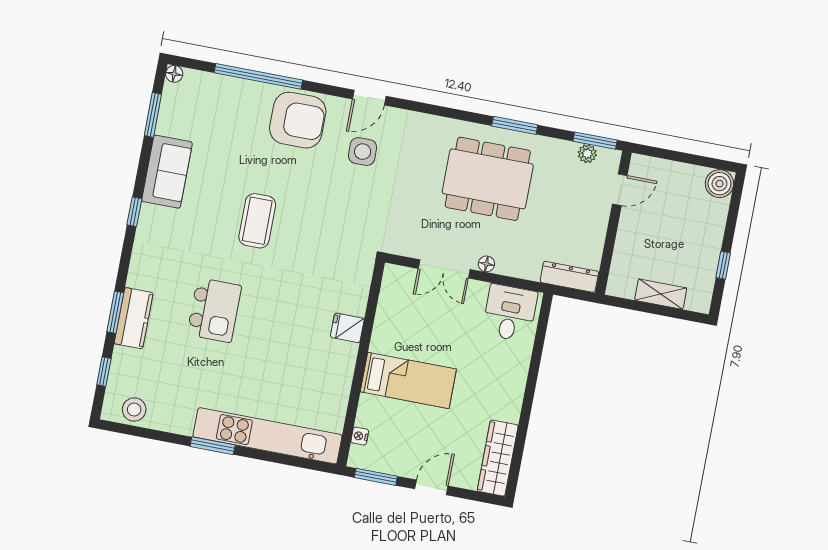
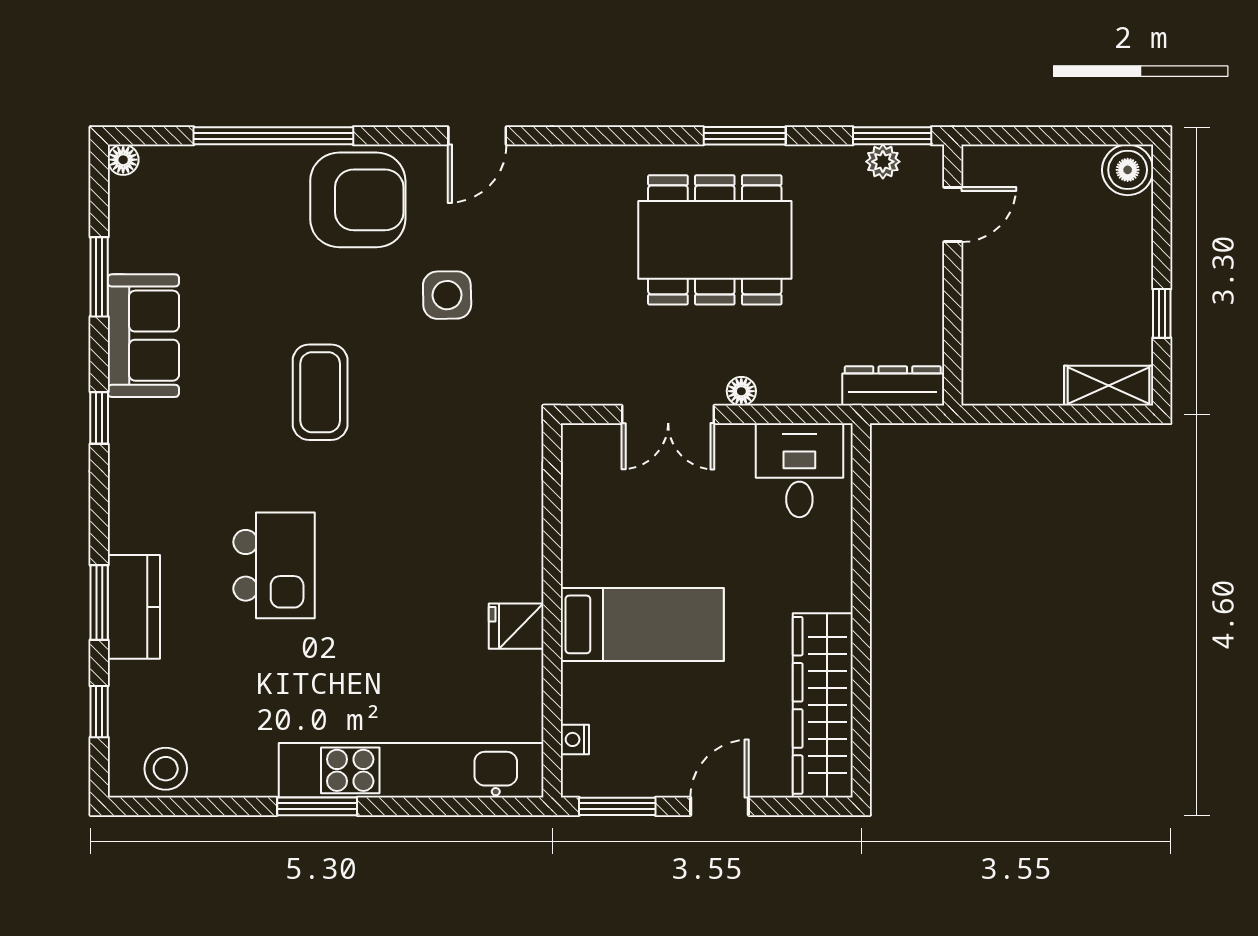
window: (153, 115) -> (99, 277), moved
side table: (363, 152) -> (447, 295), moved
shelving: (661, 294) -> (1109, 386), moved
fridge: (347, 328) -> (516, 626), moved
wardrobe: (498, 458) -> (823, 705), width x1.40, depth x1.17

